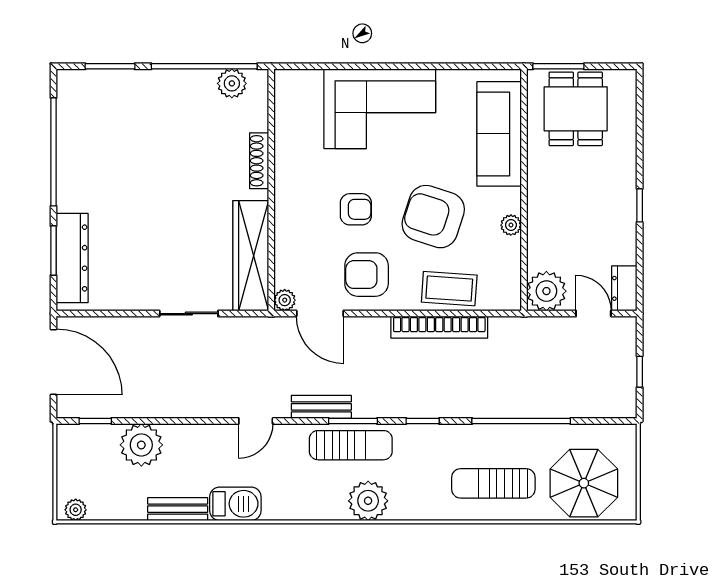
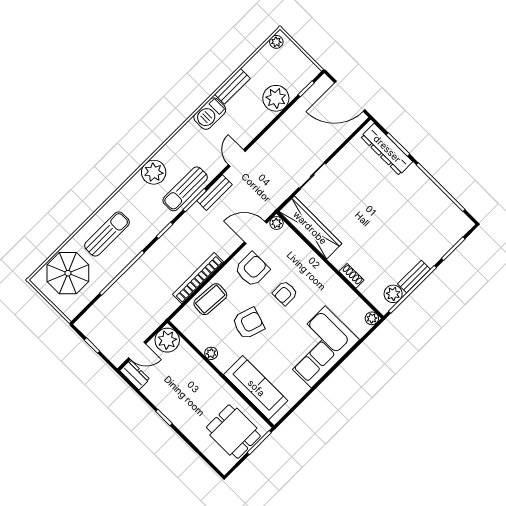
bench: (188, 79) -> (414, 276), added
plant: (285, 80) -> (372, 318), added
shoe rack: (259, 161) -> (351, 276), width x0.70
armchair: (433, 217) -> (248, 323), width x0.73, depth x0.73

